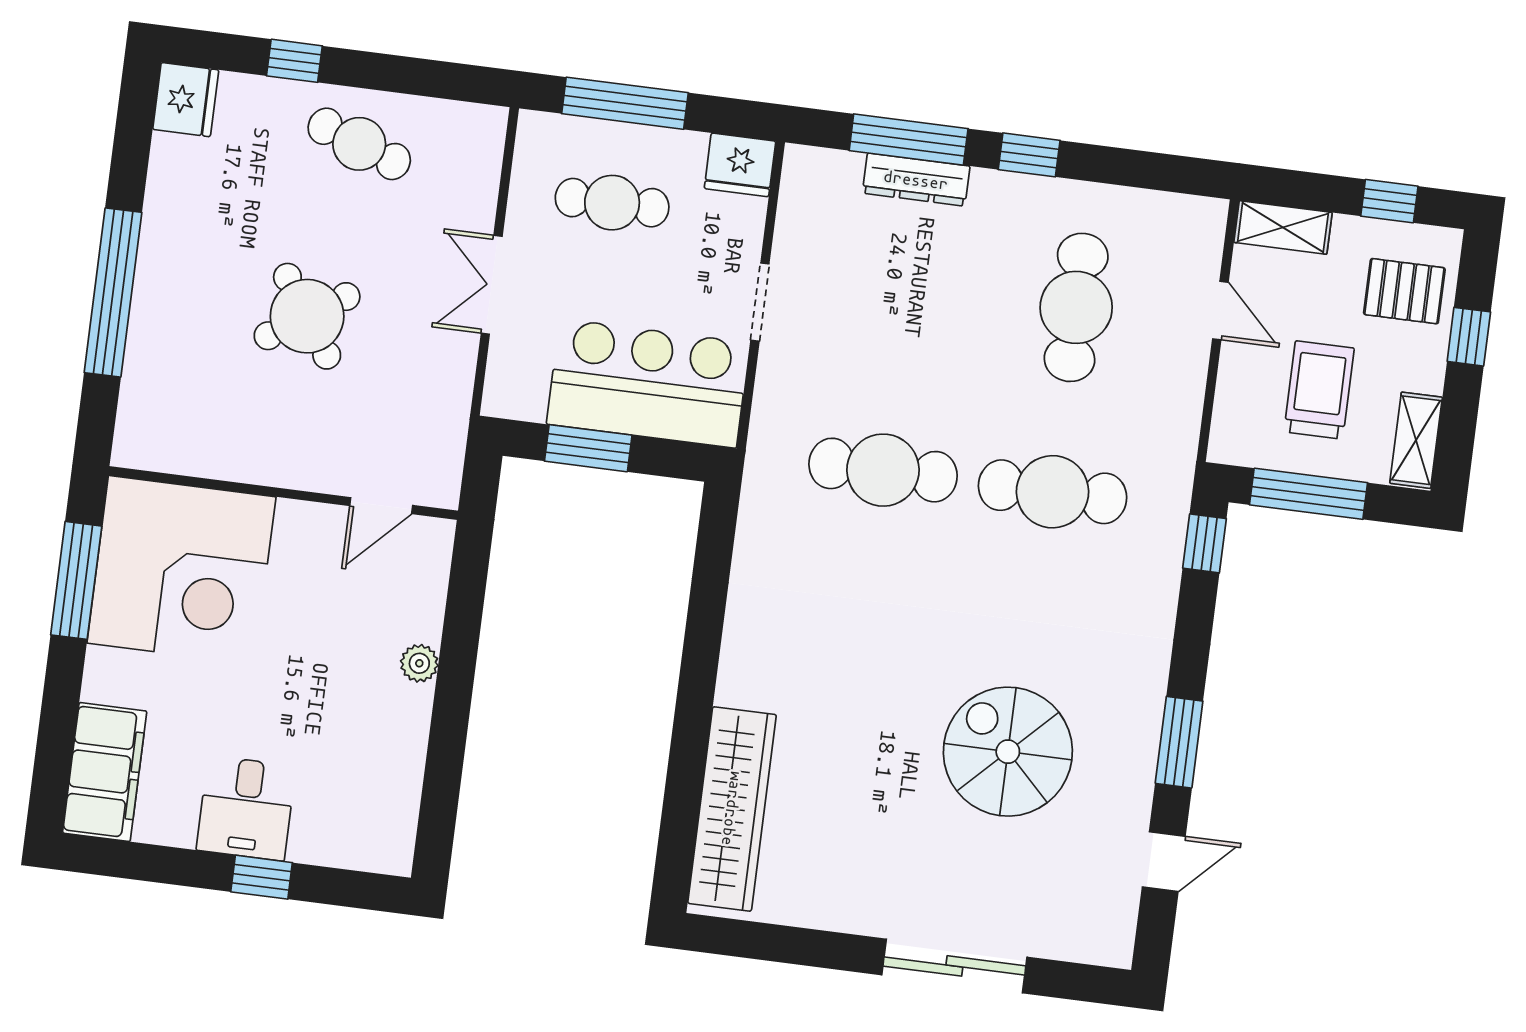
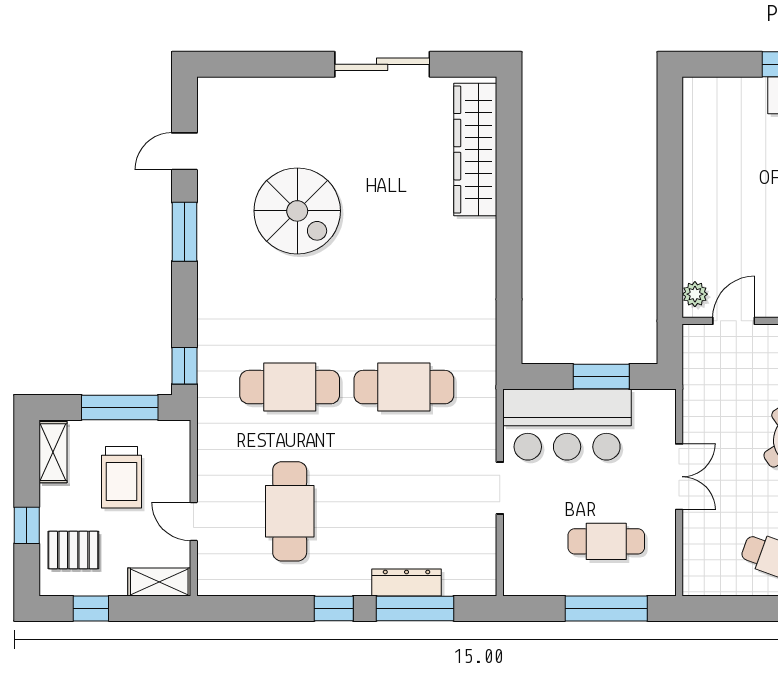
fridge: (740, 165) -> (525, 577), removed
plant: (419, 663) -> (695, 294), moved
sliding door: (954, 966) -> (382, 64), moved

